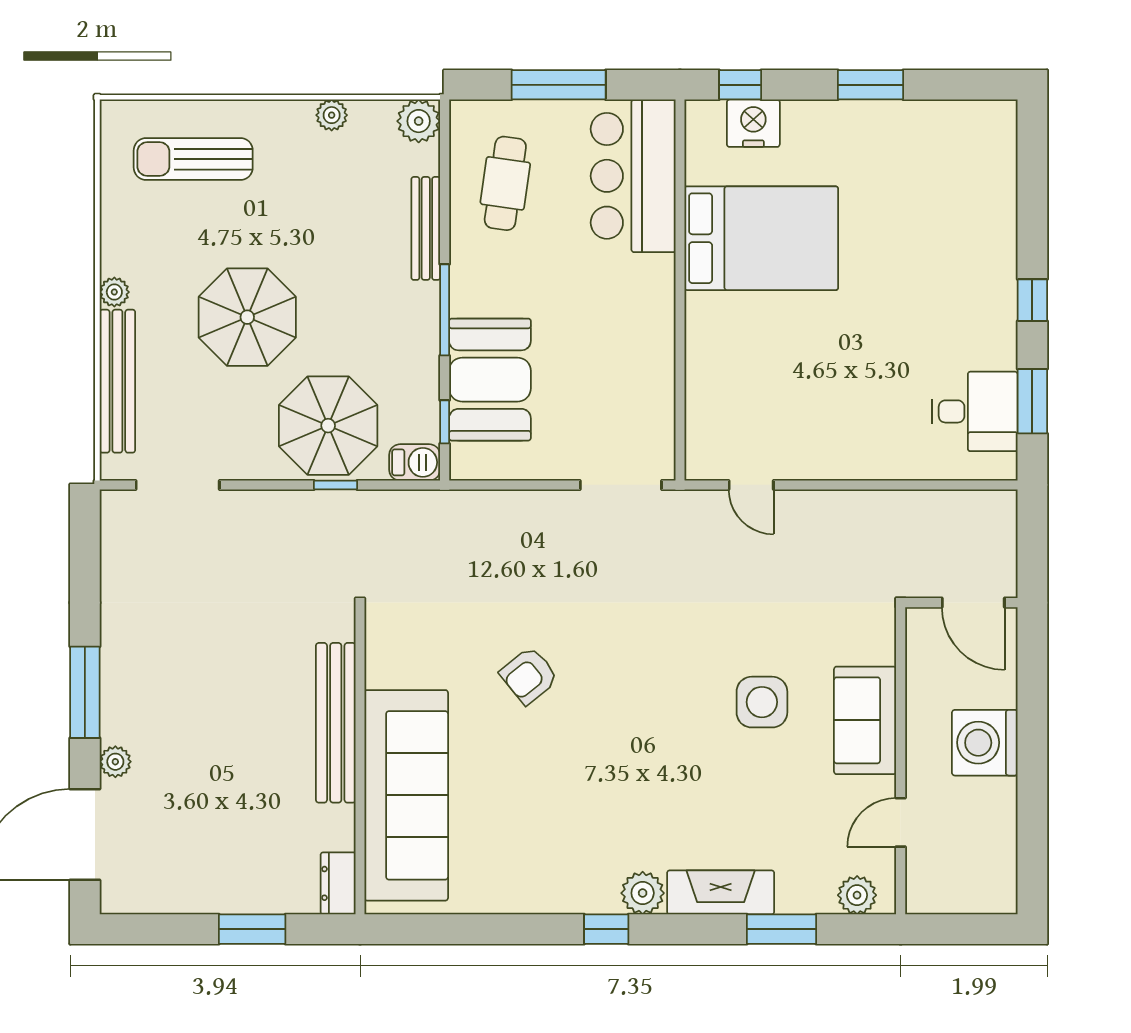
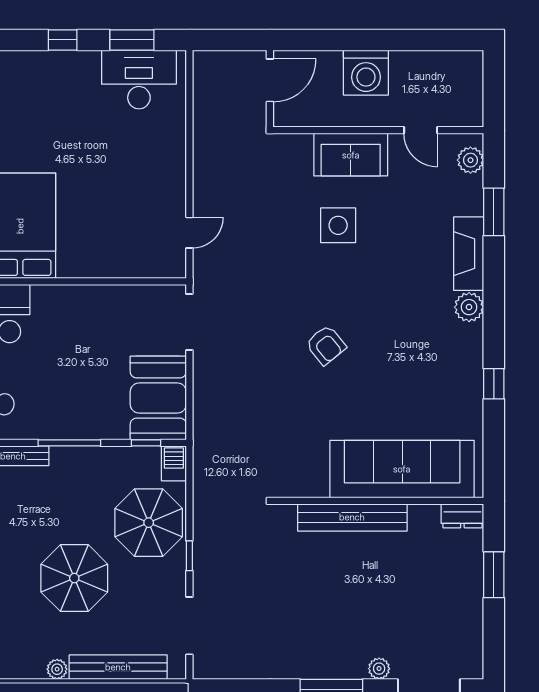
booth: (490, 380) -> (158, 398), moved, turned 90
desk: (975, 411) -> (139, 79), width x1.37
window: (336, 485) -> (189, 556), moved
armchair: (529, 676) -> (326, 345), moved
window: (606, 929) -> (494, 384), moved

